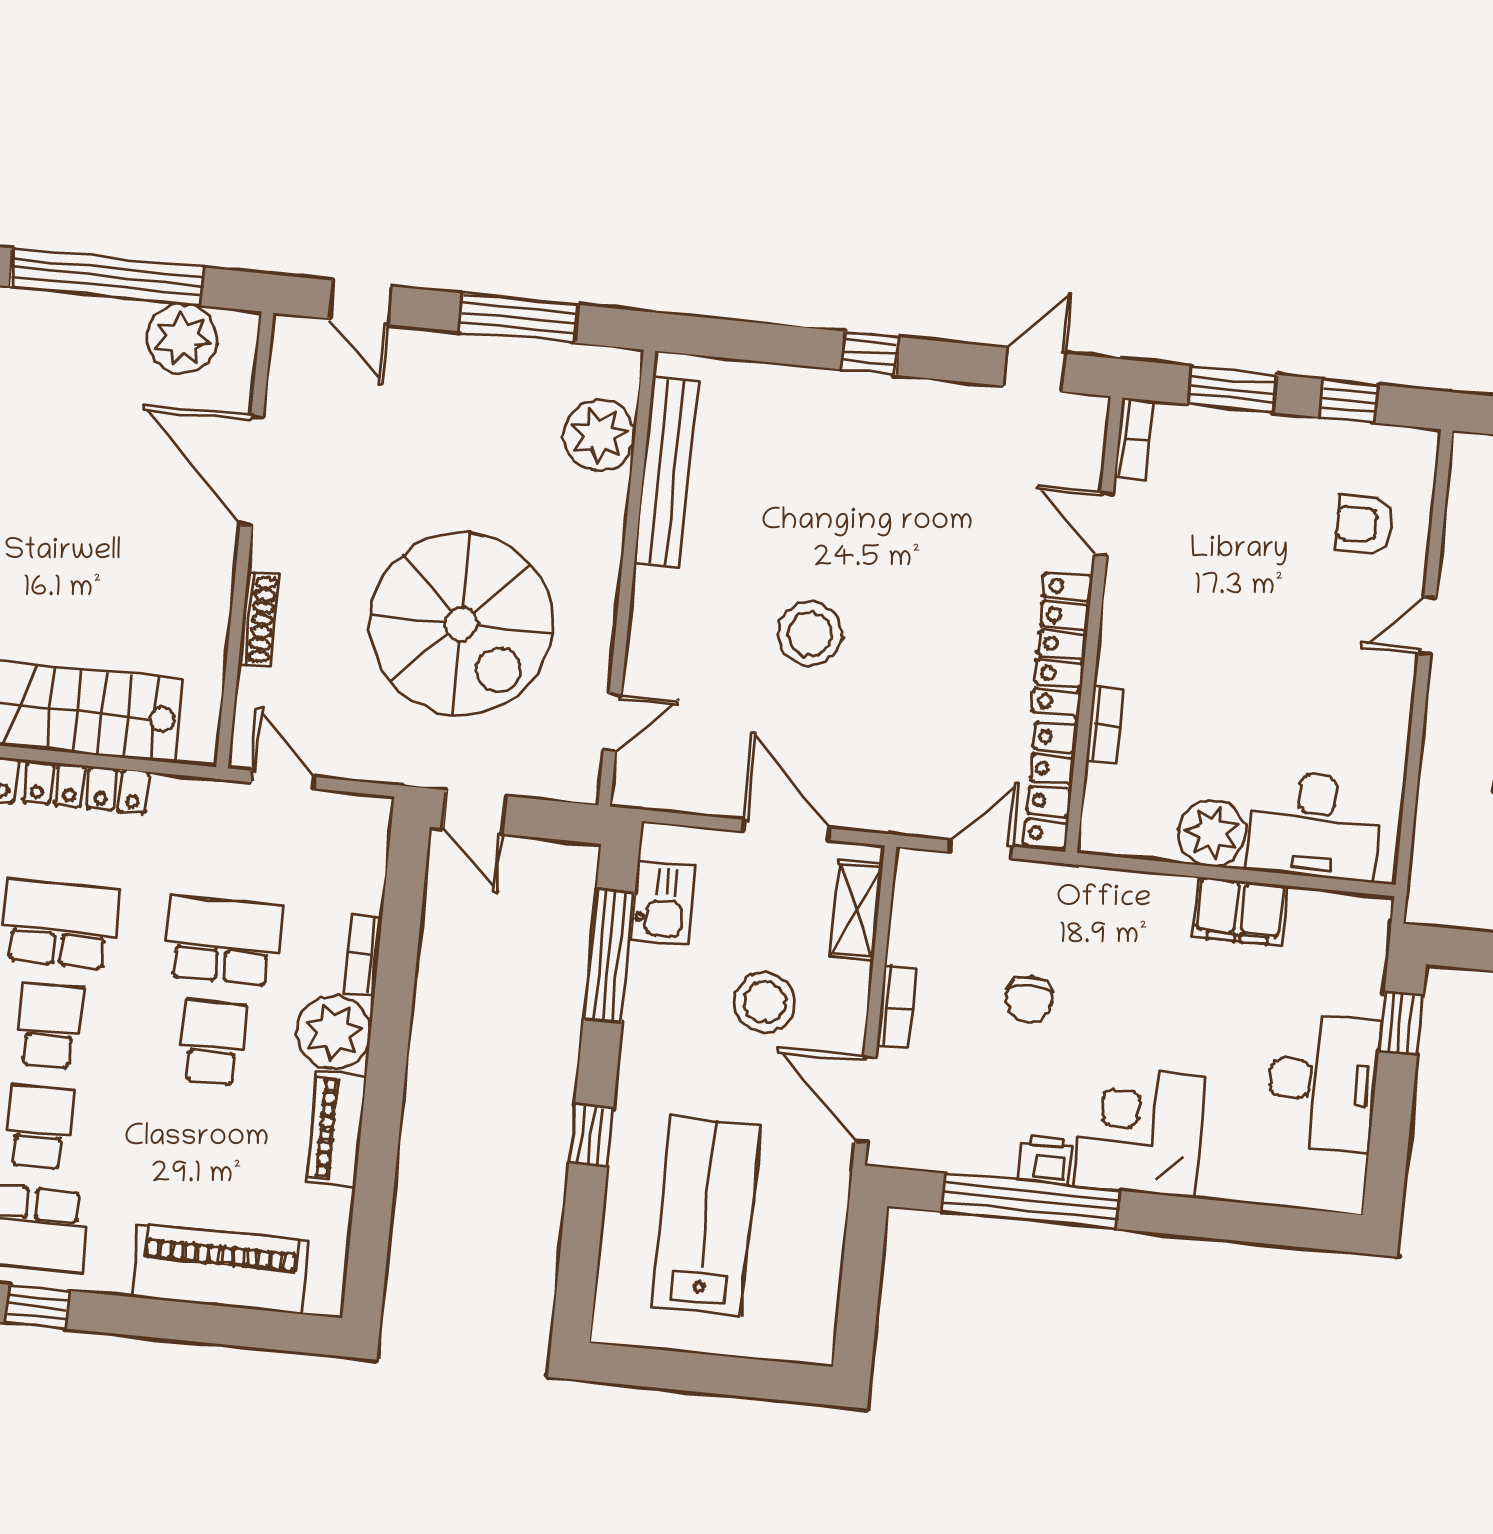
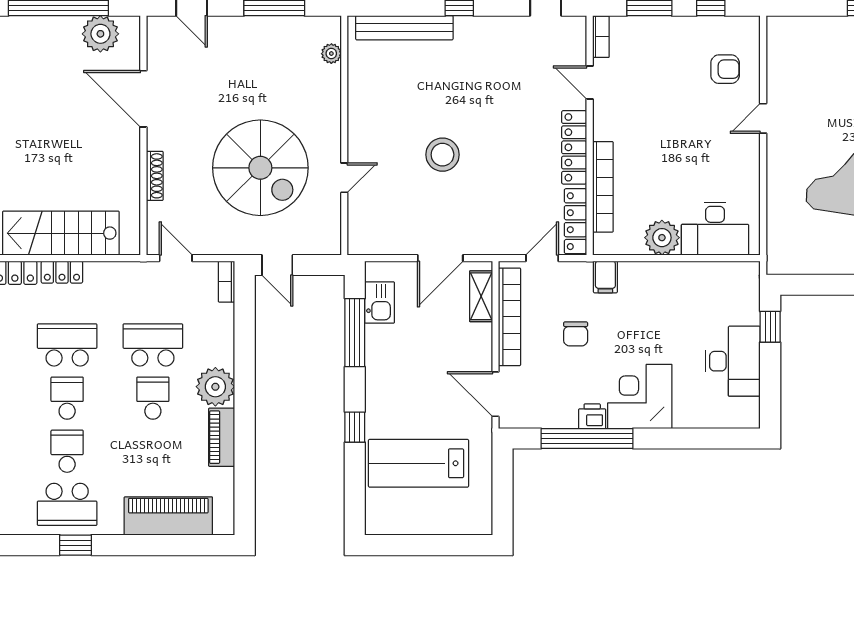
plant: (599, 435) -> (331, 54), width x0.53, depth x0.53
bench: (666, 472) -> (404, 28), moved, turned 90
armchair: (1364, 524) -> (725, 69), turned 180
door: (612, 723) -> (344, 178), moved
bookcase: (1105, 725) -> (603, 187), width x2.31, depth x1.31
locker: (86, 787) -> (62, 272), width x0.66
door: (786, 830) -> (440, 258), swing flipped
filing cabinet: (1240, 911) -> (605, 277), moved, width x0.50
bookcase: (363, 955) -> (226, 282), moved
stool: (765, 1002) -> (438, 349), removed
bookcase: (897, 1007) -> (510, 317), width x2.31, depth x1.31
lab bench: (706, 1216) -> (418, 463), turned -90

